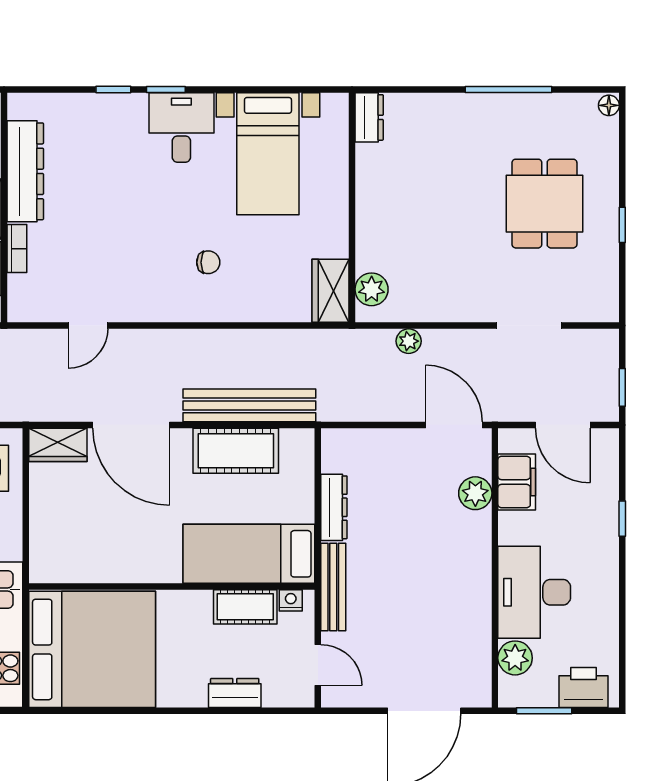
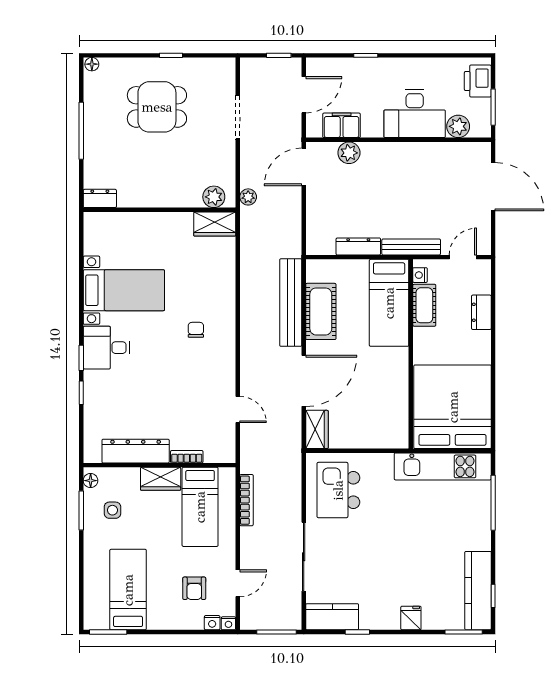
dresser: (369, 117) -> (100, 198), moved
wall: (352, 208) -> (160, 210), moved
plant: (372, 289) -> (214, 197), moved
wardrobe: (331, 291) -> (215, 224), moved

